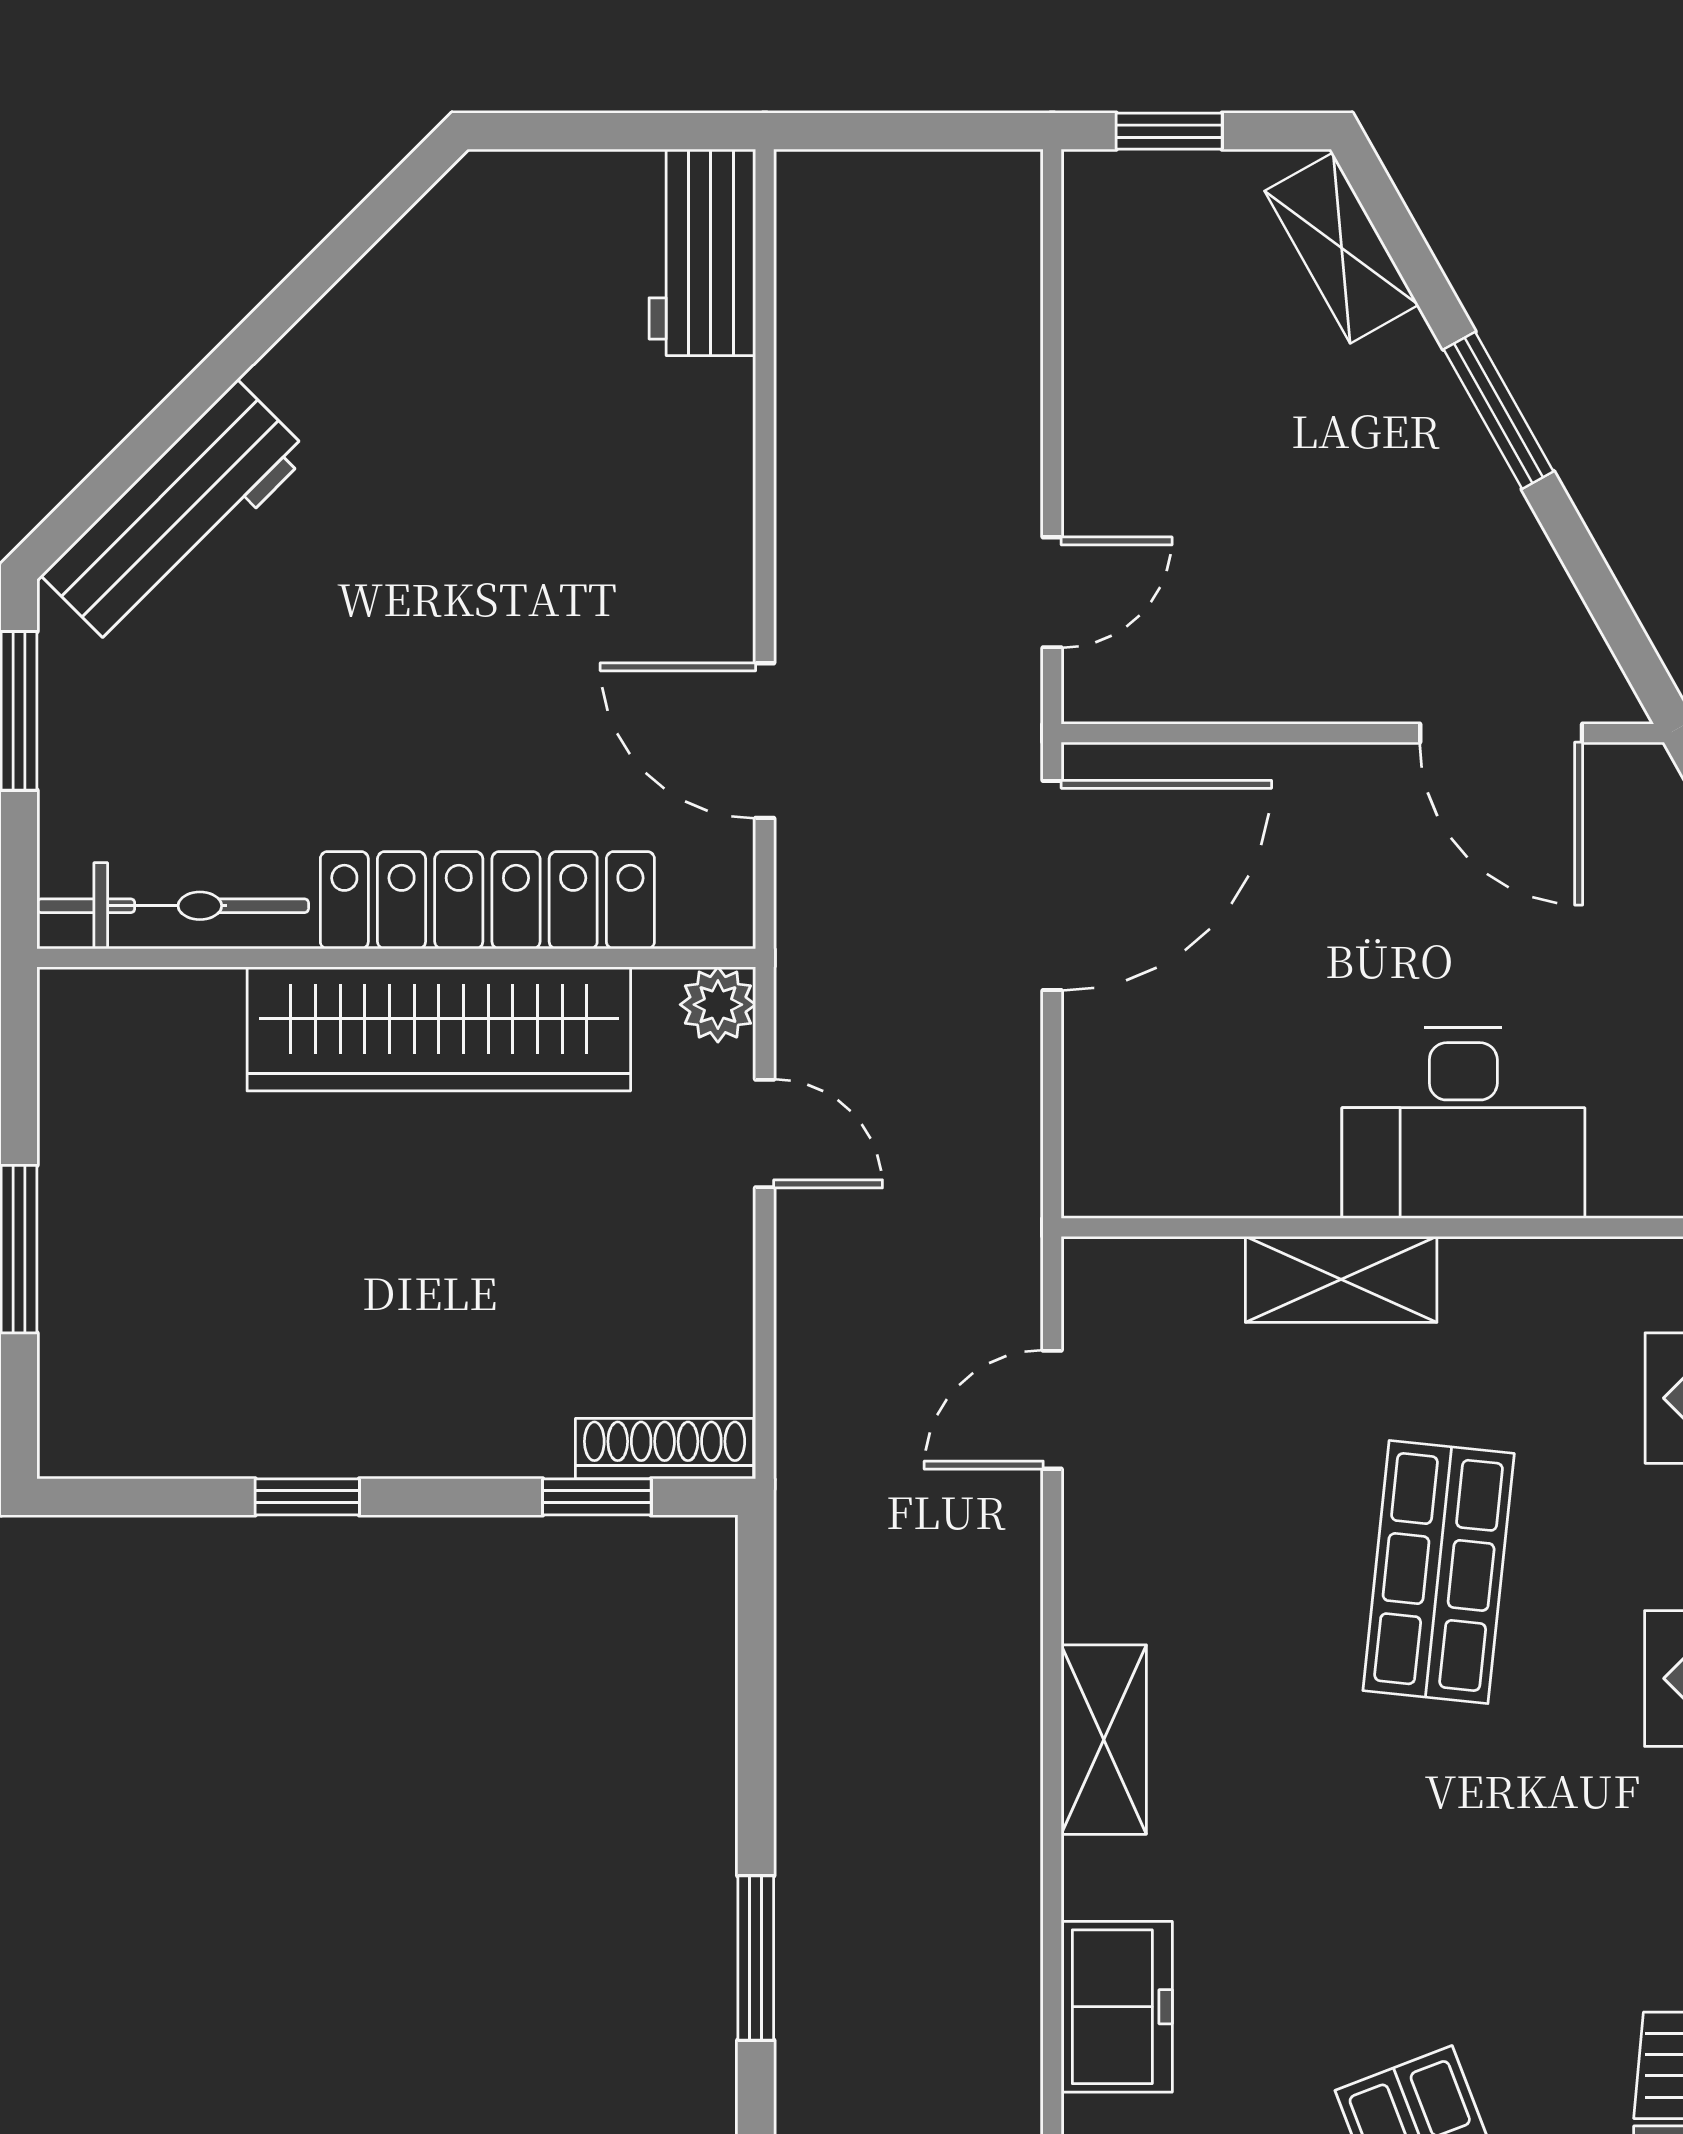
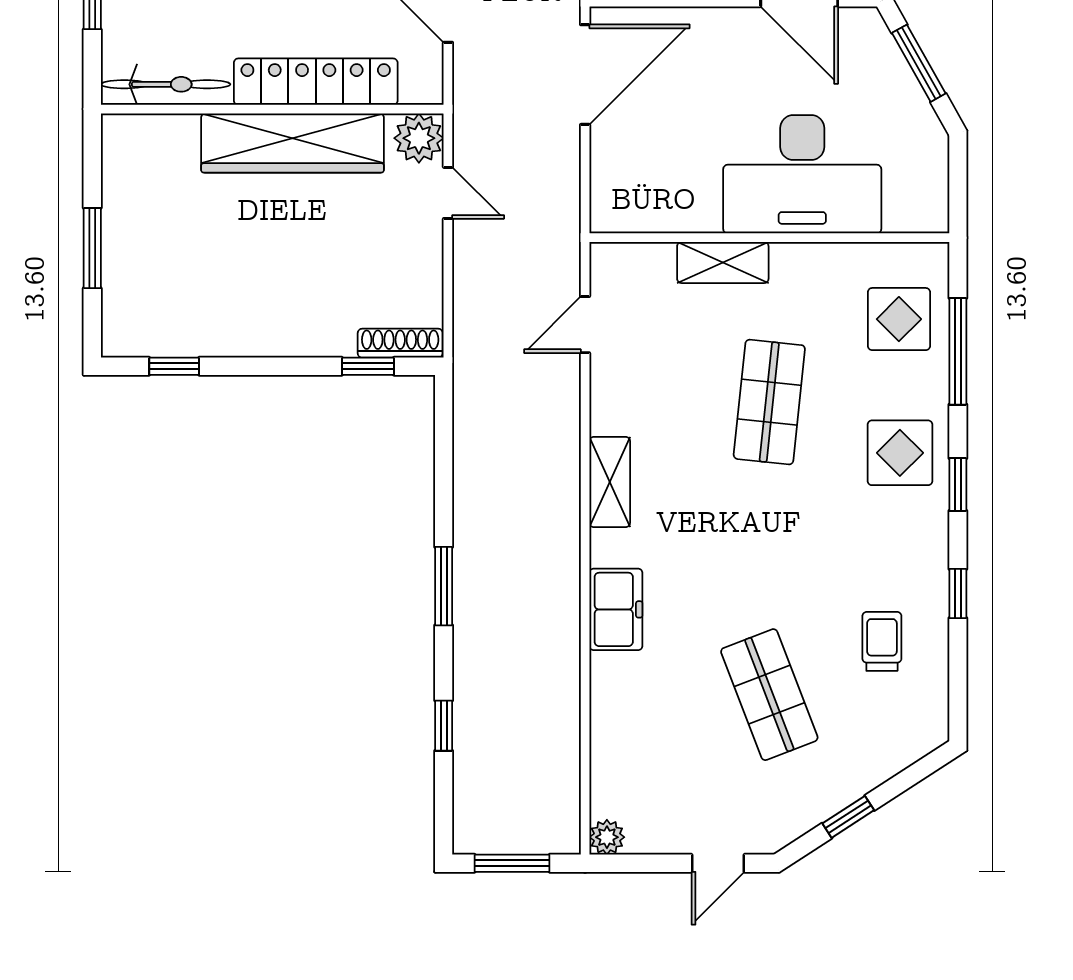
plant: (718, 1005) -> (419, 138), width x1.38, depth x1.38
desk: (1463, 1123) -> (802, 174), width x1.36, depth x1.30
window: (307, 1497) -> (174, 366), moved

